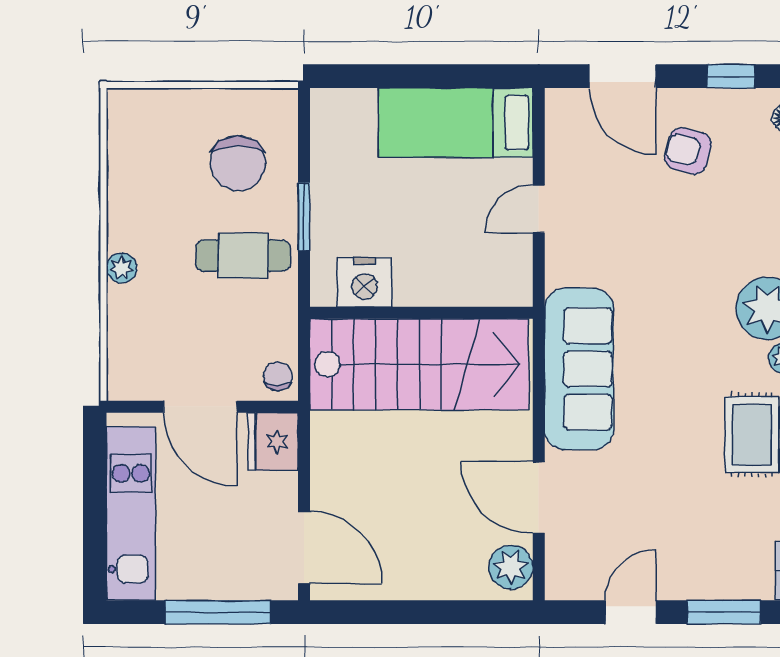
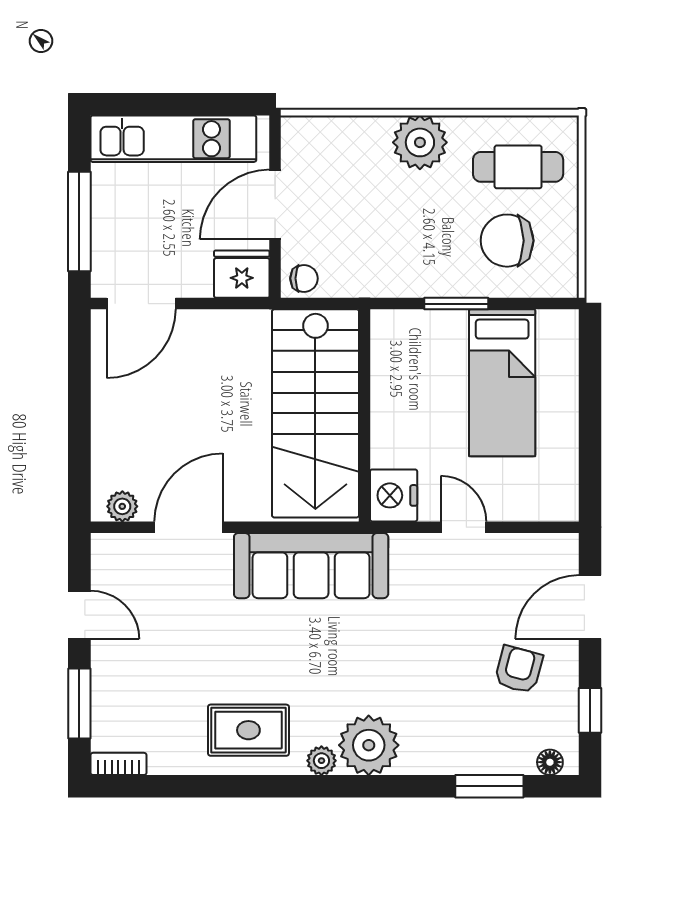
bed: (456, 123) -> (502, 383), moved, turned 180
cafe table: (243, 256) -> (518, 167), moved, turned 90
plant: (122, 268) -> (420, 142), width x1.87, depth x1.87
nightstand: (365, 282) -> (394, 495), moved
plant: (511, 567) -> (122, 506), width x0.73, depth x0.73

